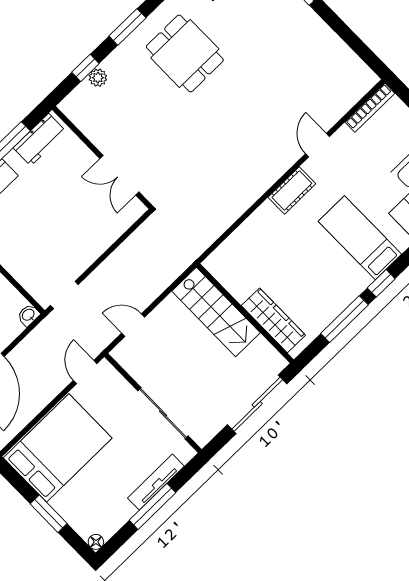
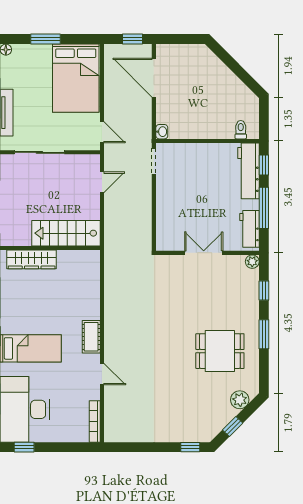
plant: (98, 78) -> (252, 262), moved
double door: (119, 175) -> (204, 253), moved

